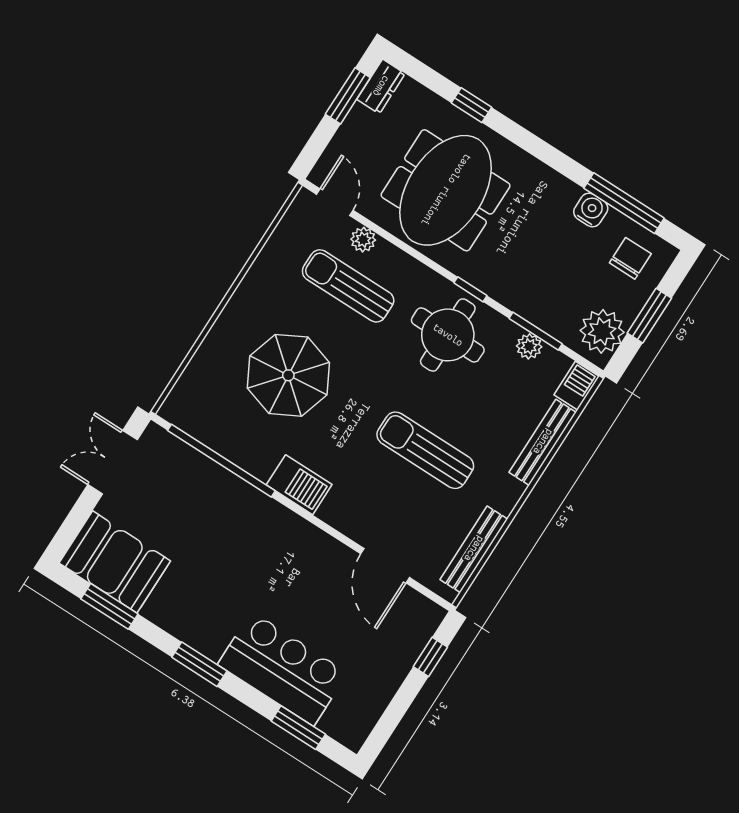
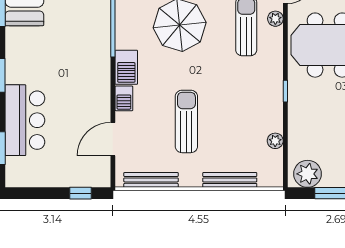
window: (536, 331) -> (285, 139), removed
round table: (448, 335) -> (254, 95), removed
barbecue: (577, 386) -> (124, 98), moved, turned 90

